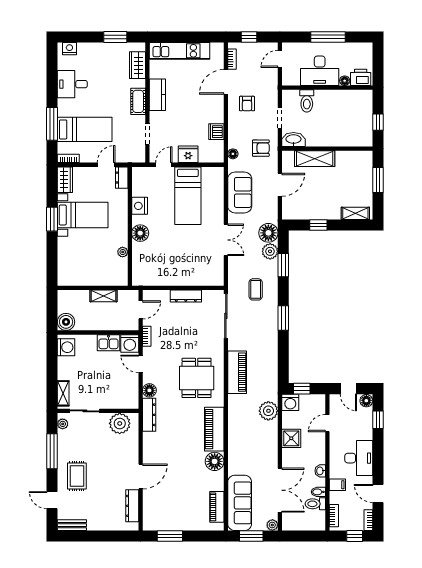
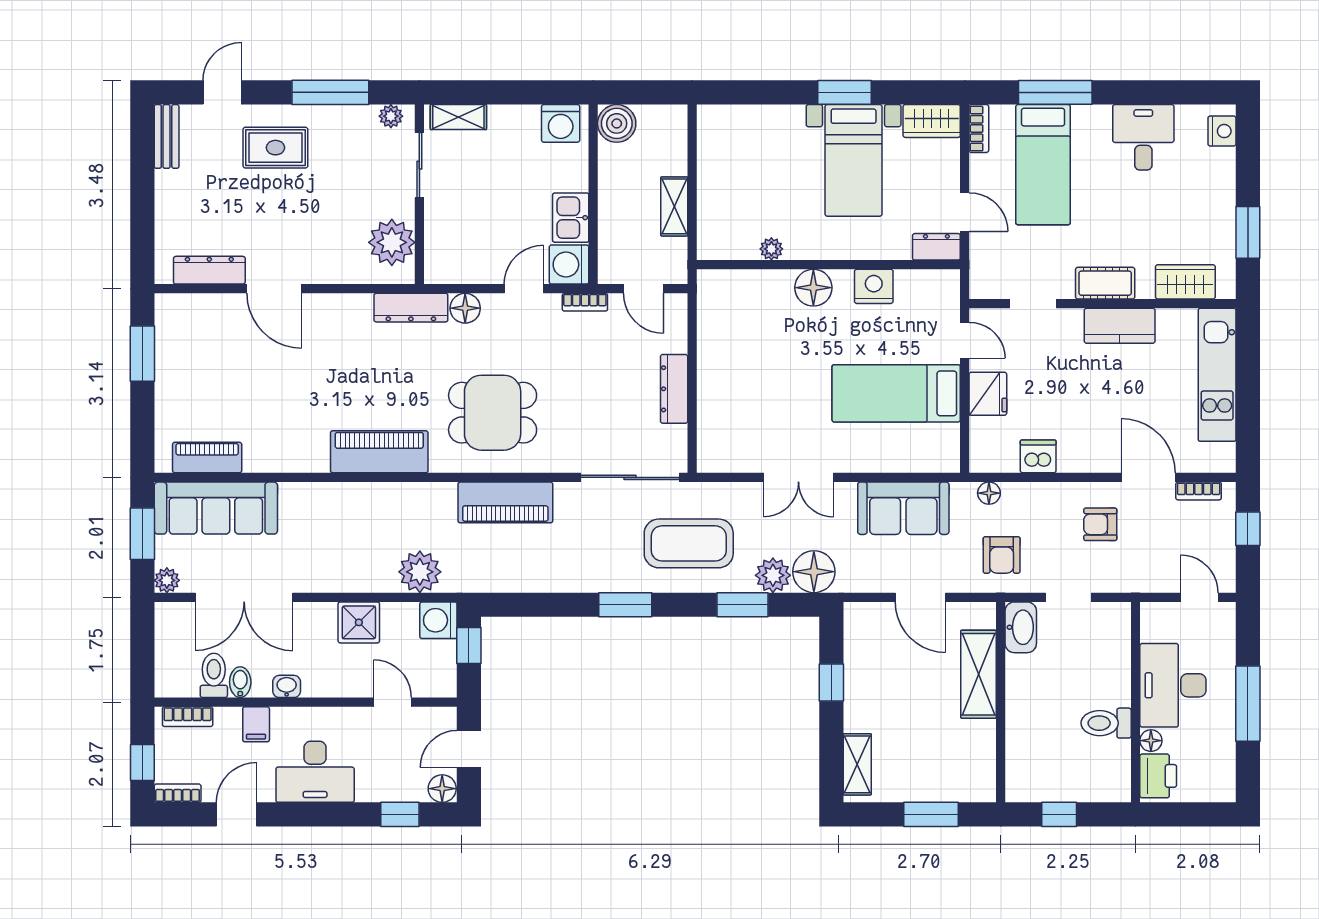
toilet: (307, 101) -> (1106, 723), moved
coffee table: (256, 289) -> (689, 543), width x1.86, depth x1.72
floor lamp: (215, 461) -> (308, 452), removed

